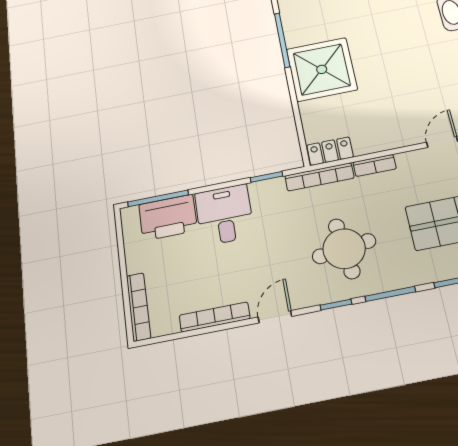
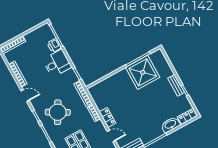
shower: (322, 69) -> (143, 72), moved
locker: (330, 151) -> (107, 117), moved
printer: (168, 217) -> (54, 45), width x0.53, depth x0.68
round table: (344, 249) -> (58, 112), turned 37

